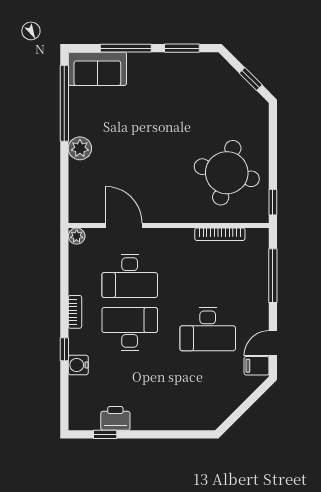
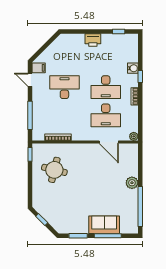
sofa: (97, 69) -> (104, 225), moved
round table: (227, 173) -> (54, 170), width x0.73, depth x0.73
desk: (130, 276) -> (106, 115), turned 180
door: (273, 343) -> (30, 80), swing flipped
printer: (115, 418) -> (93, 40), moved

